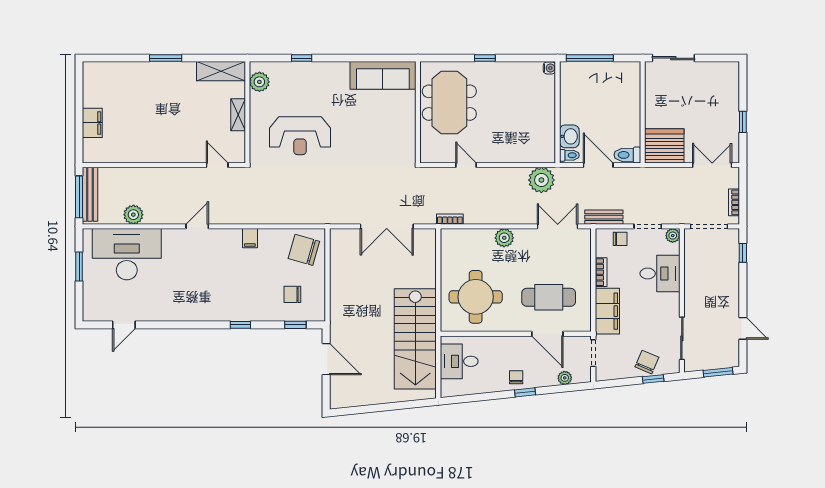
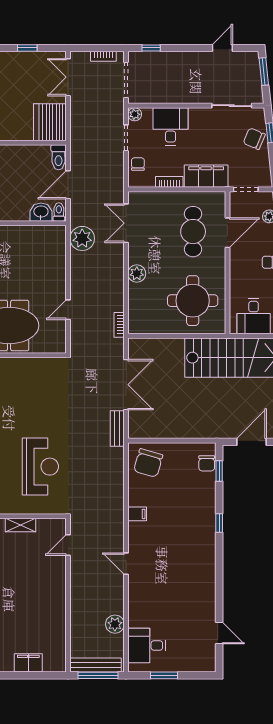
bench: (604, 217) -> (117, 429), moved
desk: (127, 254) -> (147, 645), width x0.53, depth x0.77
chair: (292, 294) -> (207, 463), moved

